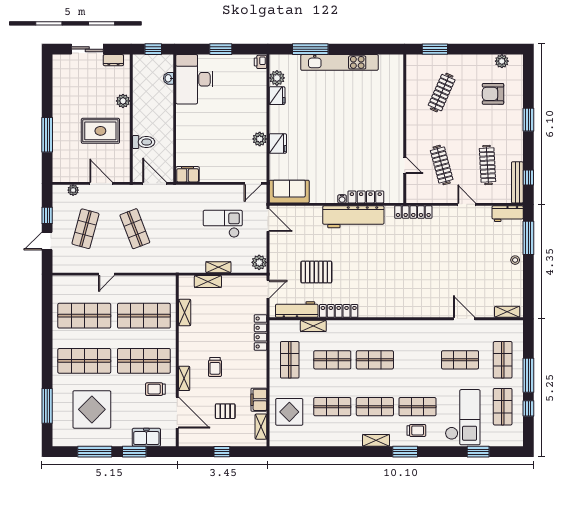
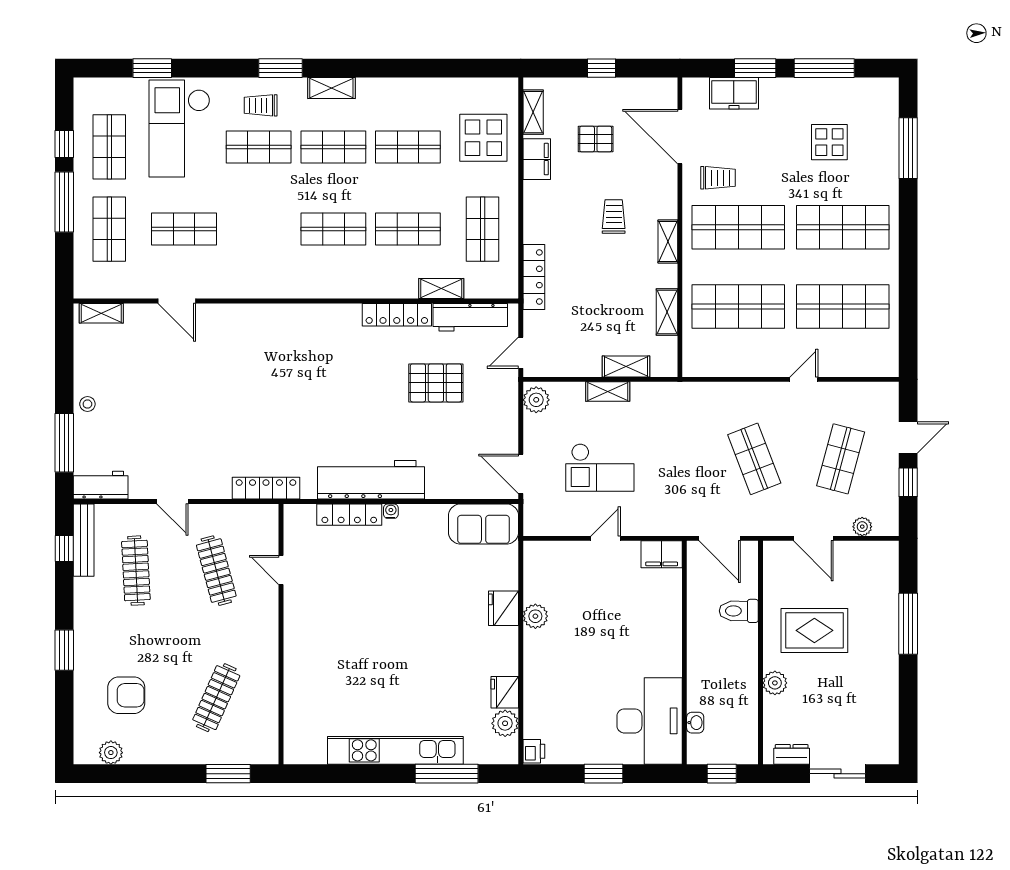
door: (253, 183) -> (606, 538), moved
shelving: (184, 378) -> (668, 242), moved
display table: (92, 409) -> (829, 142), width x0.54, depth x0.54

